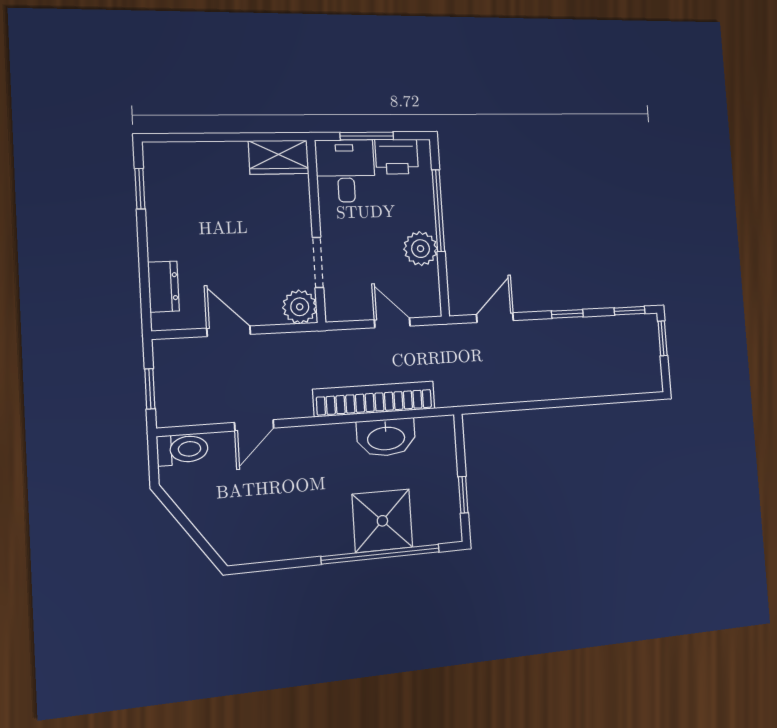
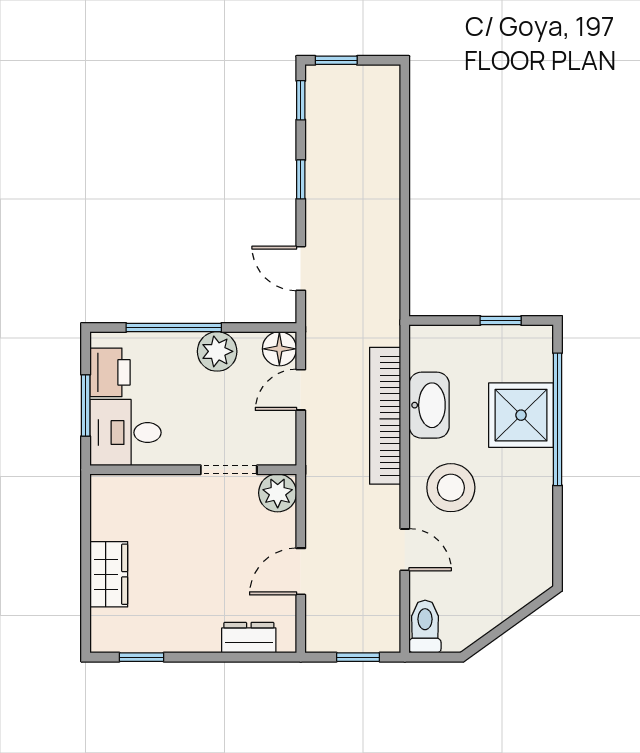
wardrobe: (279, 157) -> (109, 574), moved
floor lamp: (426, 303) -> (279, 349), added
stool: (314, 463) -> (451, 488), added

